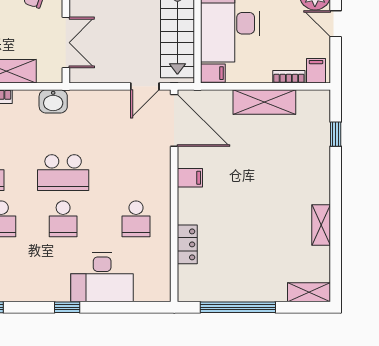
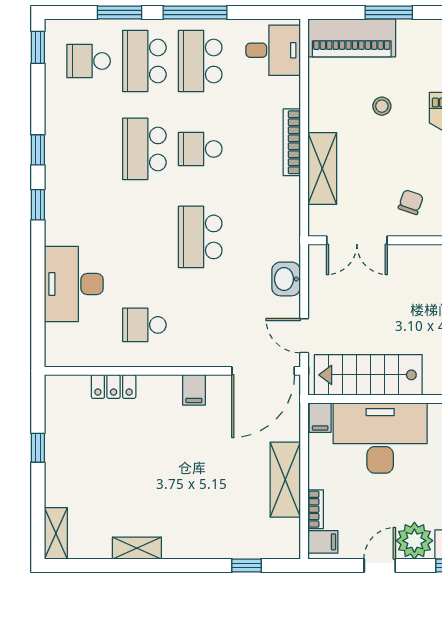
washbasin: (53, 101) -> (286, 279), moved
school desk: (63, 219) -> (144, 237), removed
window: (67, 307) -> (38, 205), moved
window: (238, 307) -> (38, 448), width x0.32

